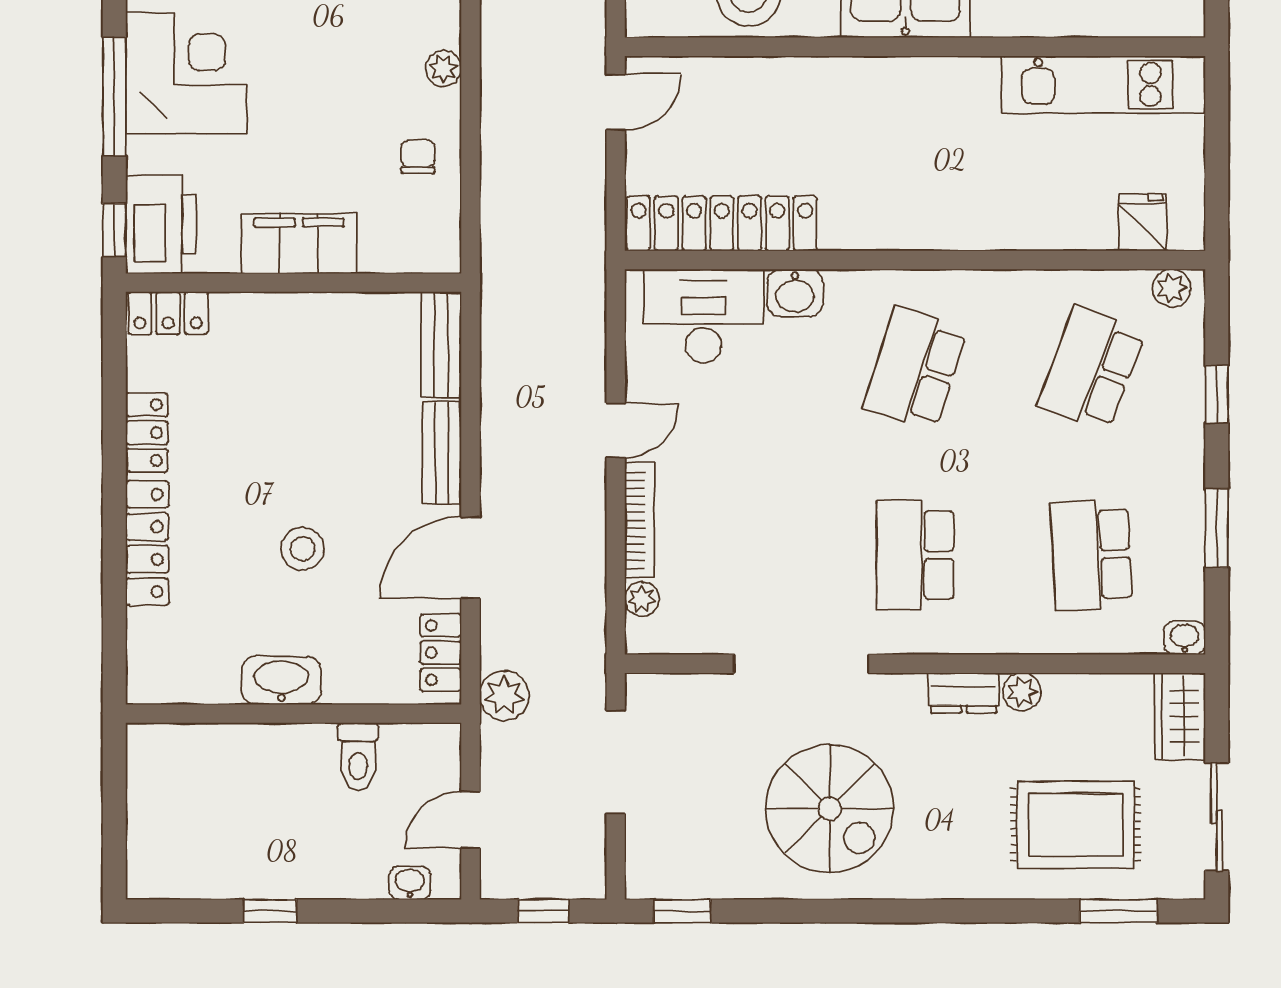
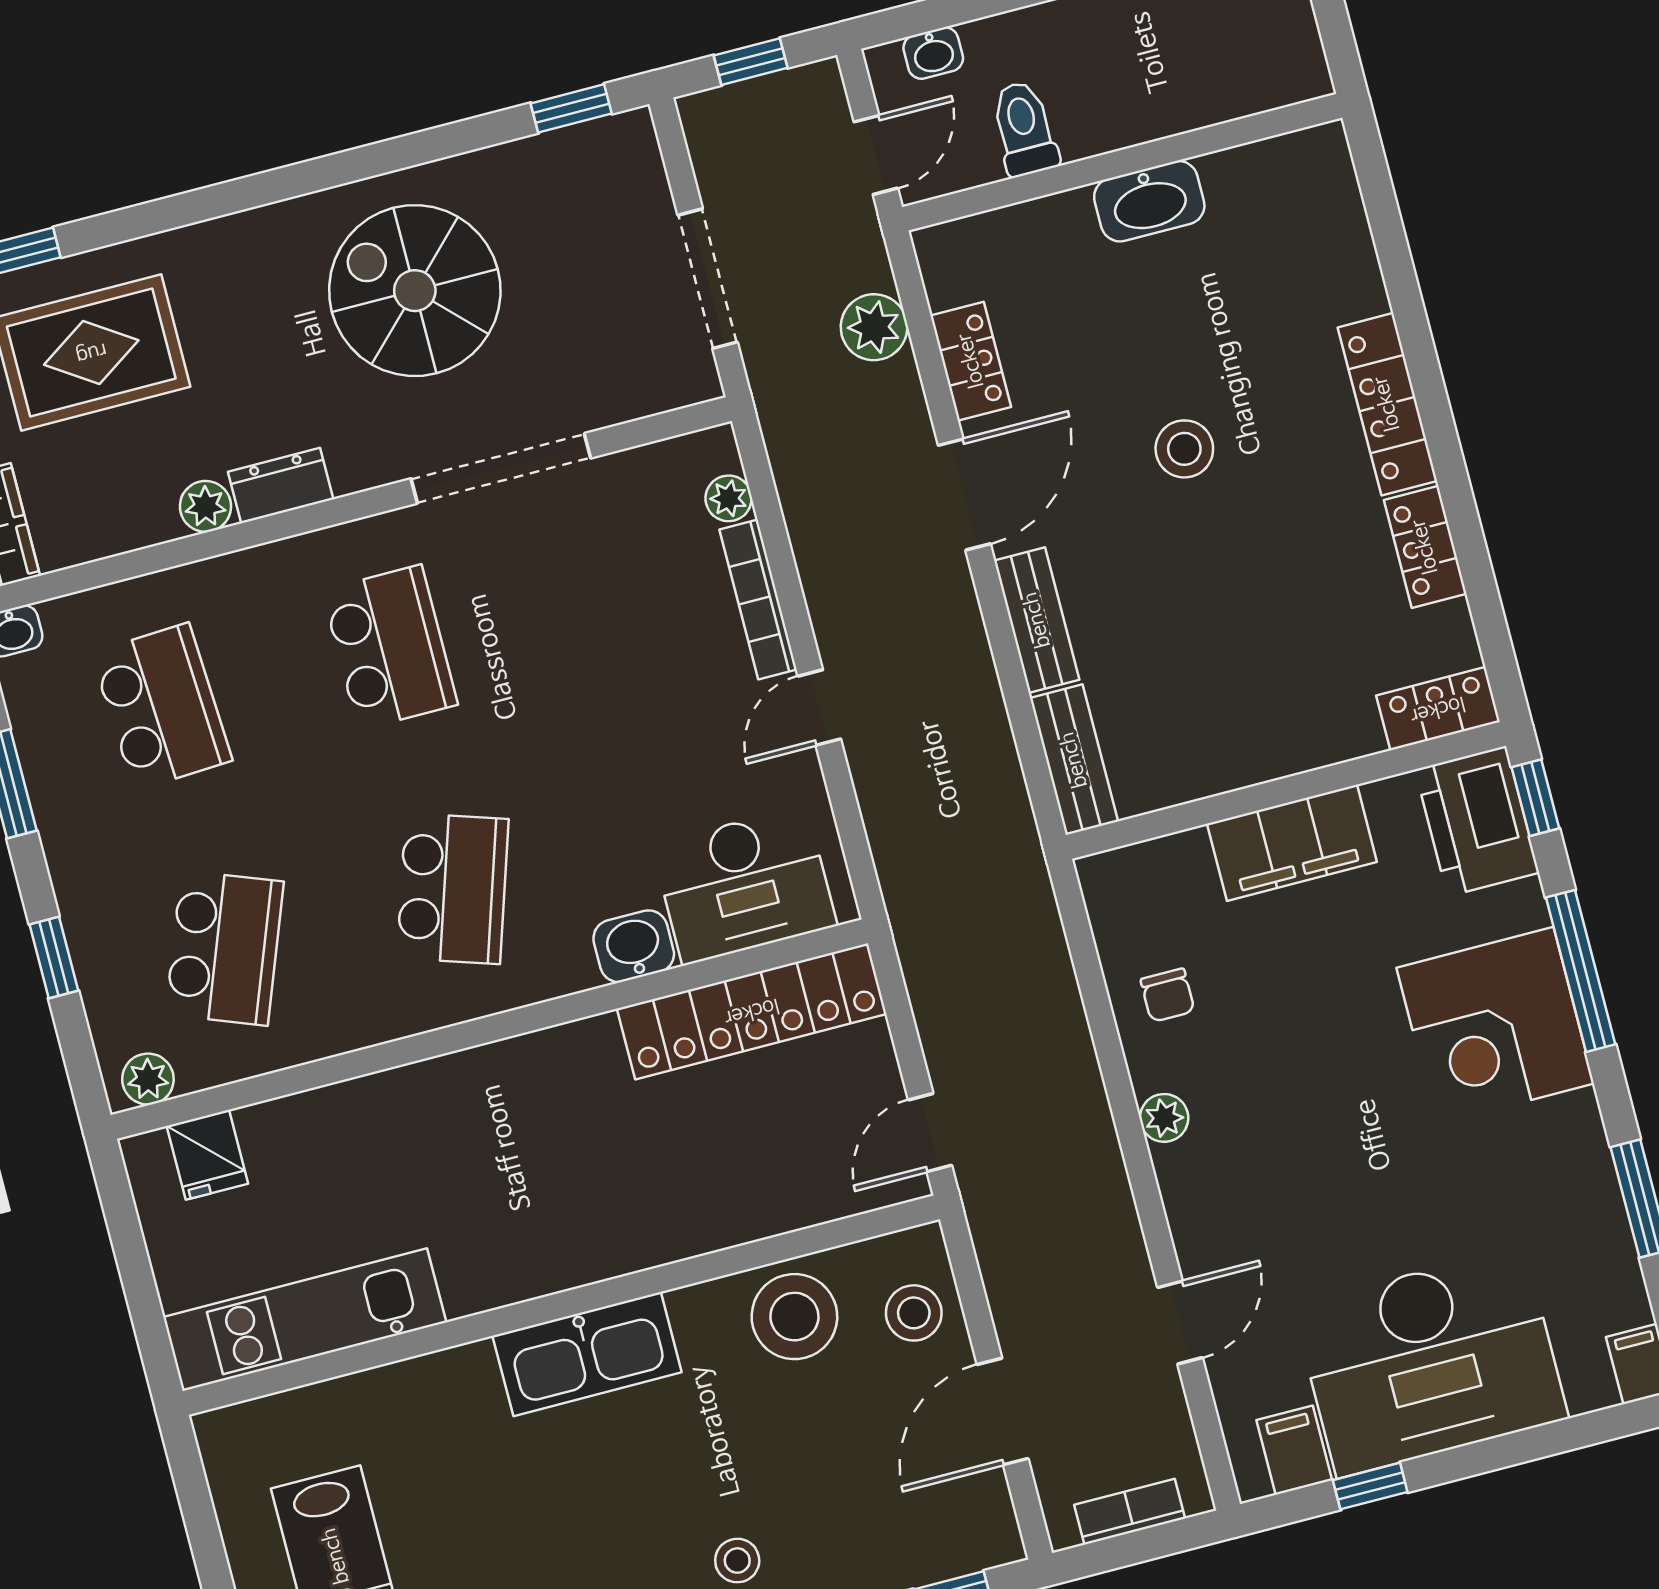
washbasin: (281, 680) -> (1149, 201), moved
wall: (294, 714) -> (1122, 162), moved
toilet: (358, 757) -> (1024, 128), moved

